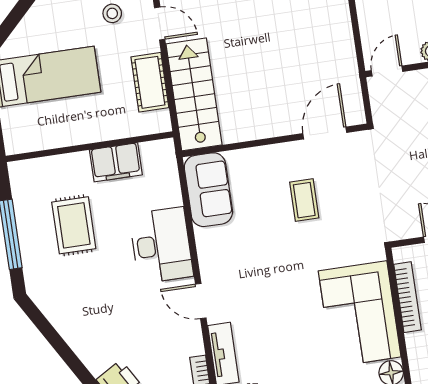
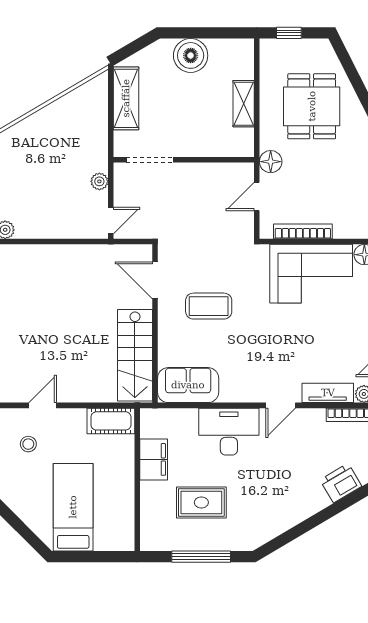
door: (387, 71) -> (111, 221), swing flipped
cot: (150, 82) -> (111, 421), moved
stairs: (194, 94) -> (135, 355), moved, turned -90
coffee table: (304, 200) -> (209, 306), width x1.36, depth x1.30

